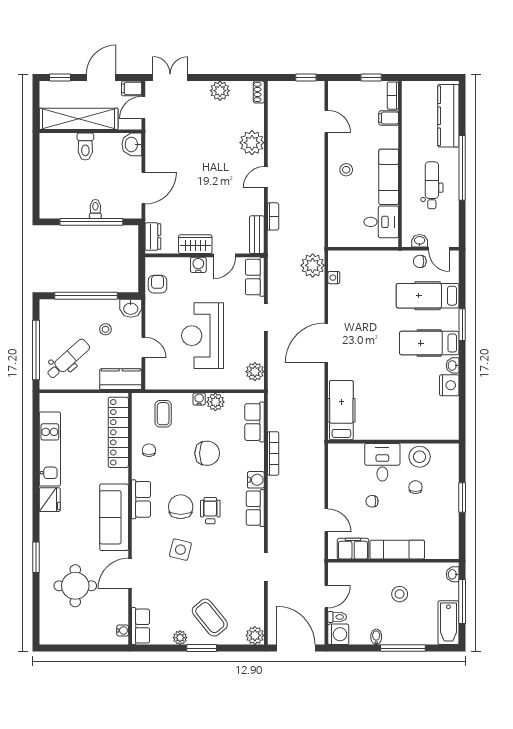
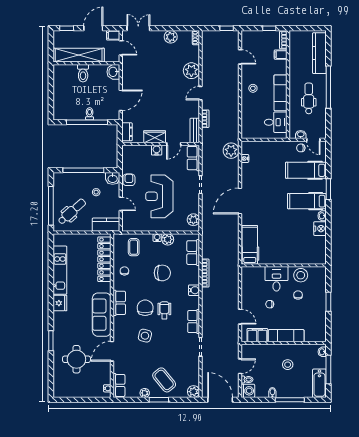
door: (143, 108) -> (121, 48), swing flipped
armchair: (158, 284) -> (129, 180), moved
row of seats: (255, 508) -> (194, 322), moved

